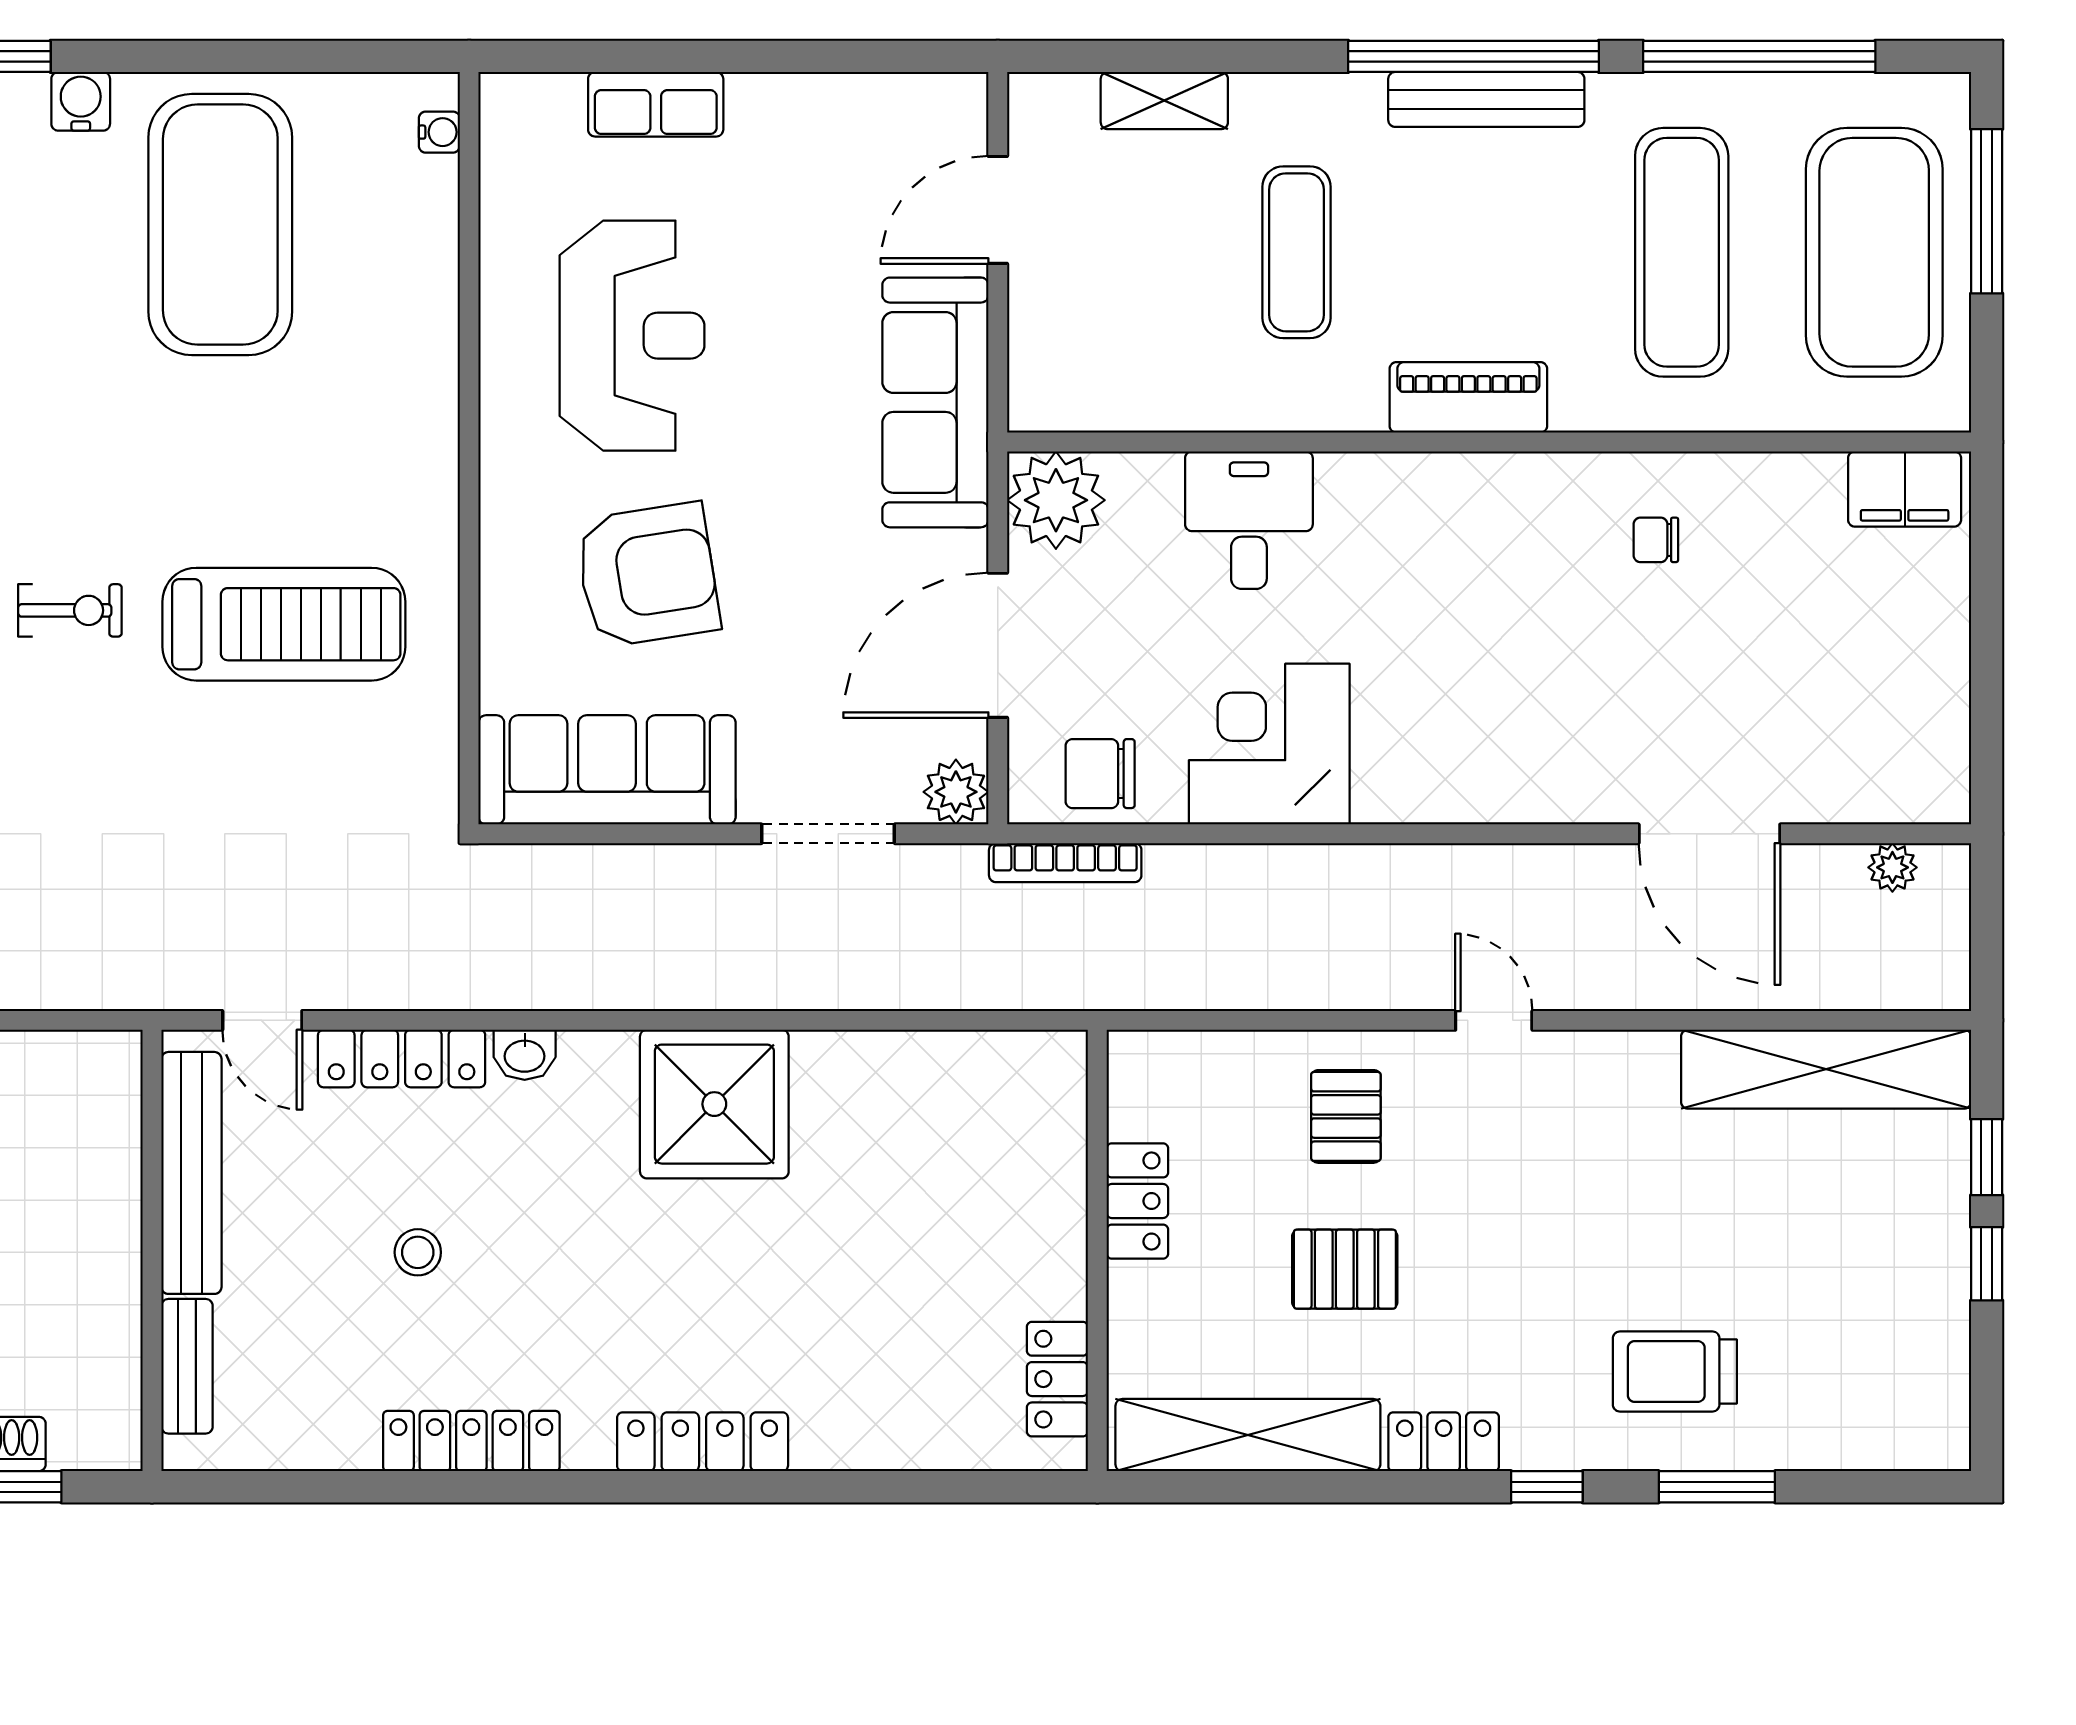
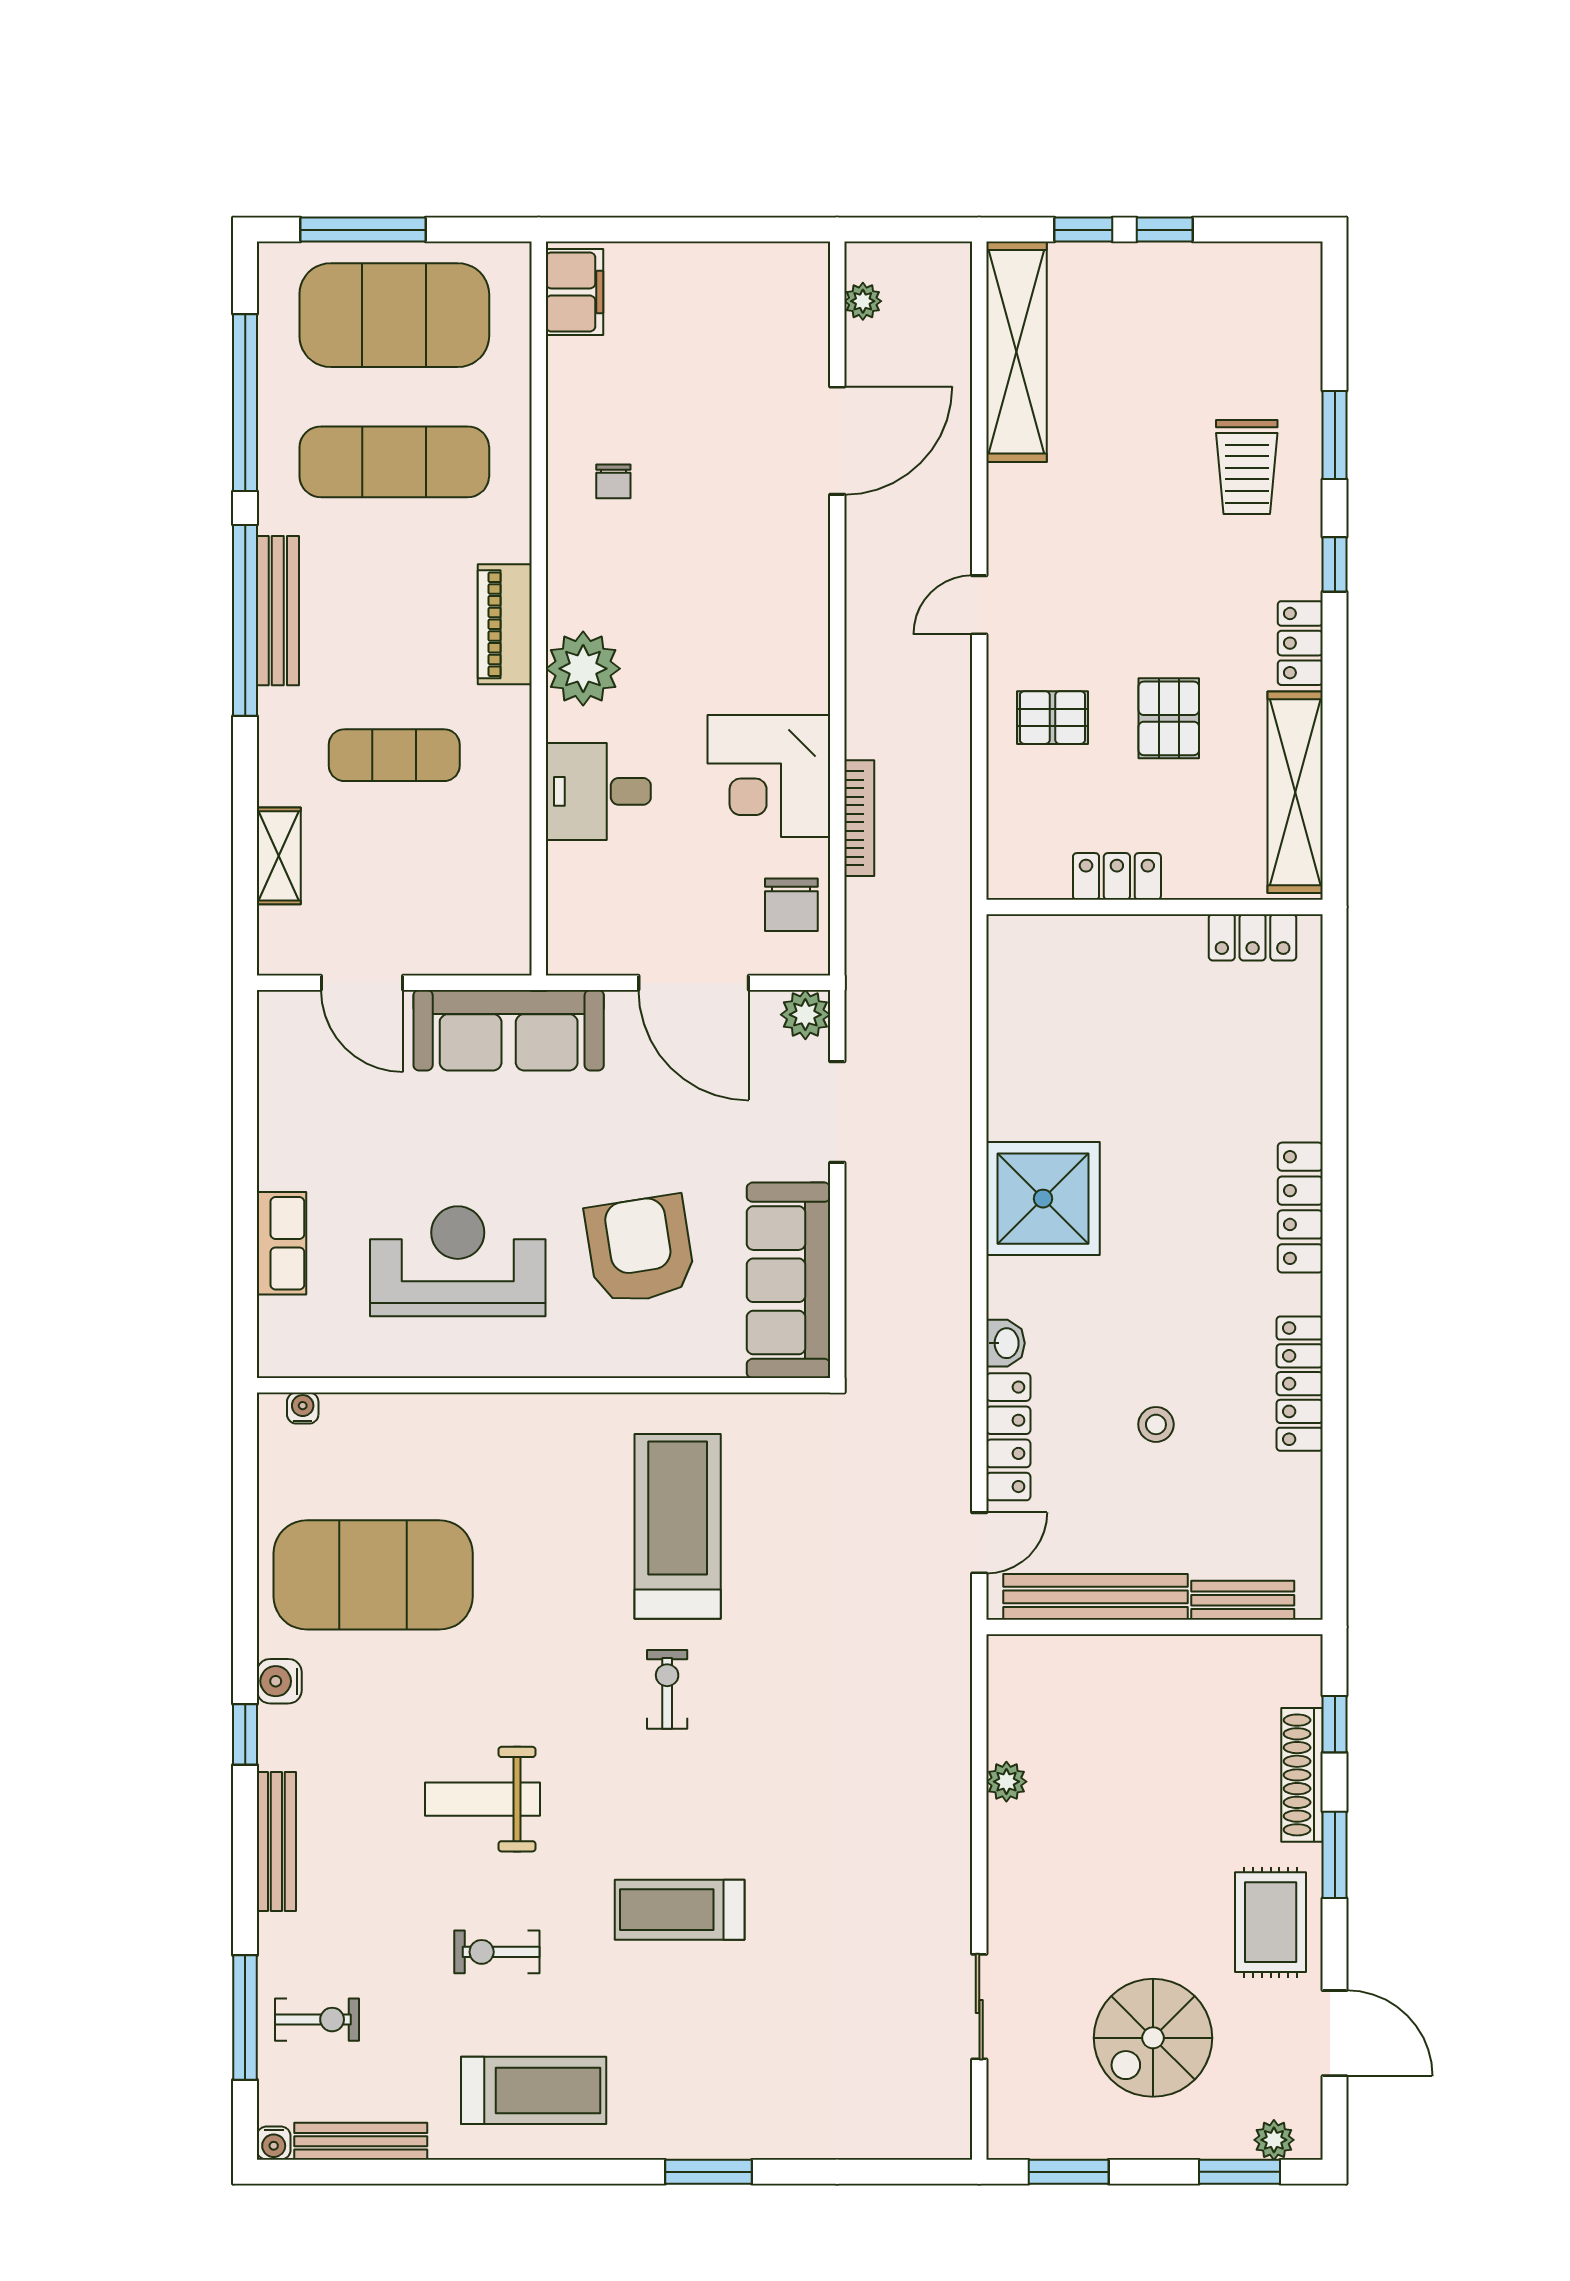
plant: (1056, 500) -> (583, 669), moved
bookcase: (1065, 863) -> (859, 818), moved

